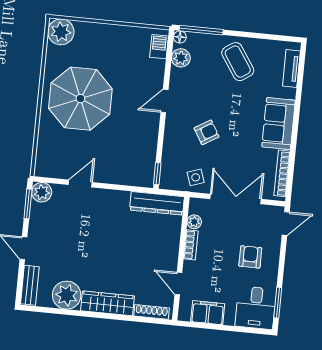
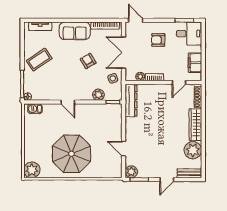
plant: (181, 58) -> (98, 95), moved
armchair: (207, 132) -> (88, 61), moved

